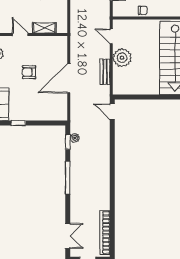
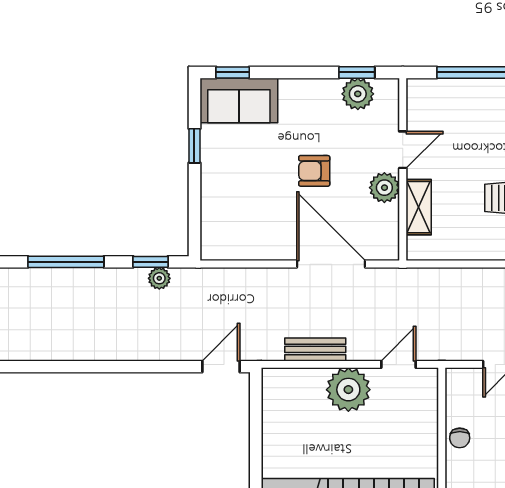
plant: (36, 42) -> (384, 188), added
armchair: (29, 72) -> (314, 171), turned -90
door: (69, 78) -> (331, 264), moved

